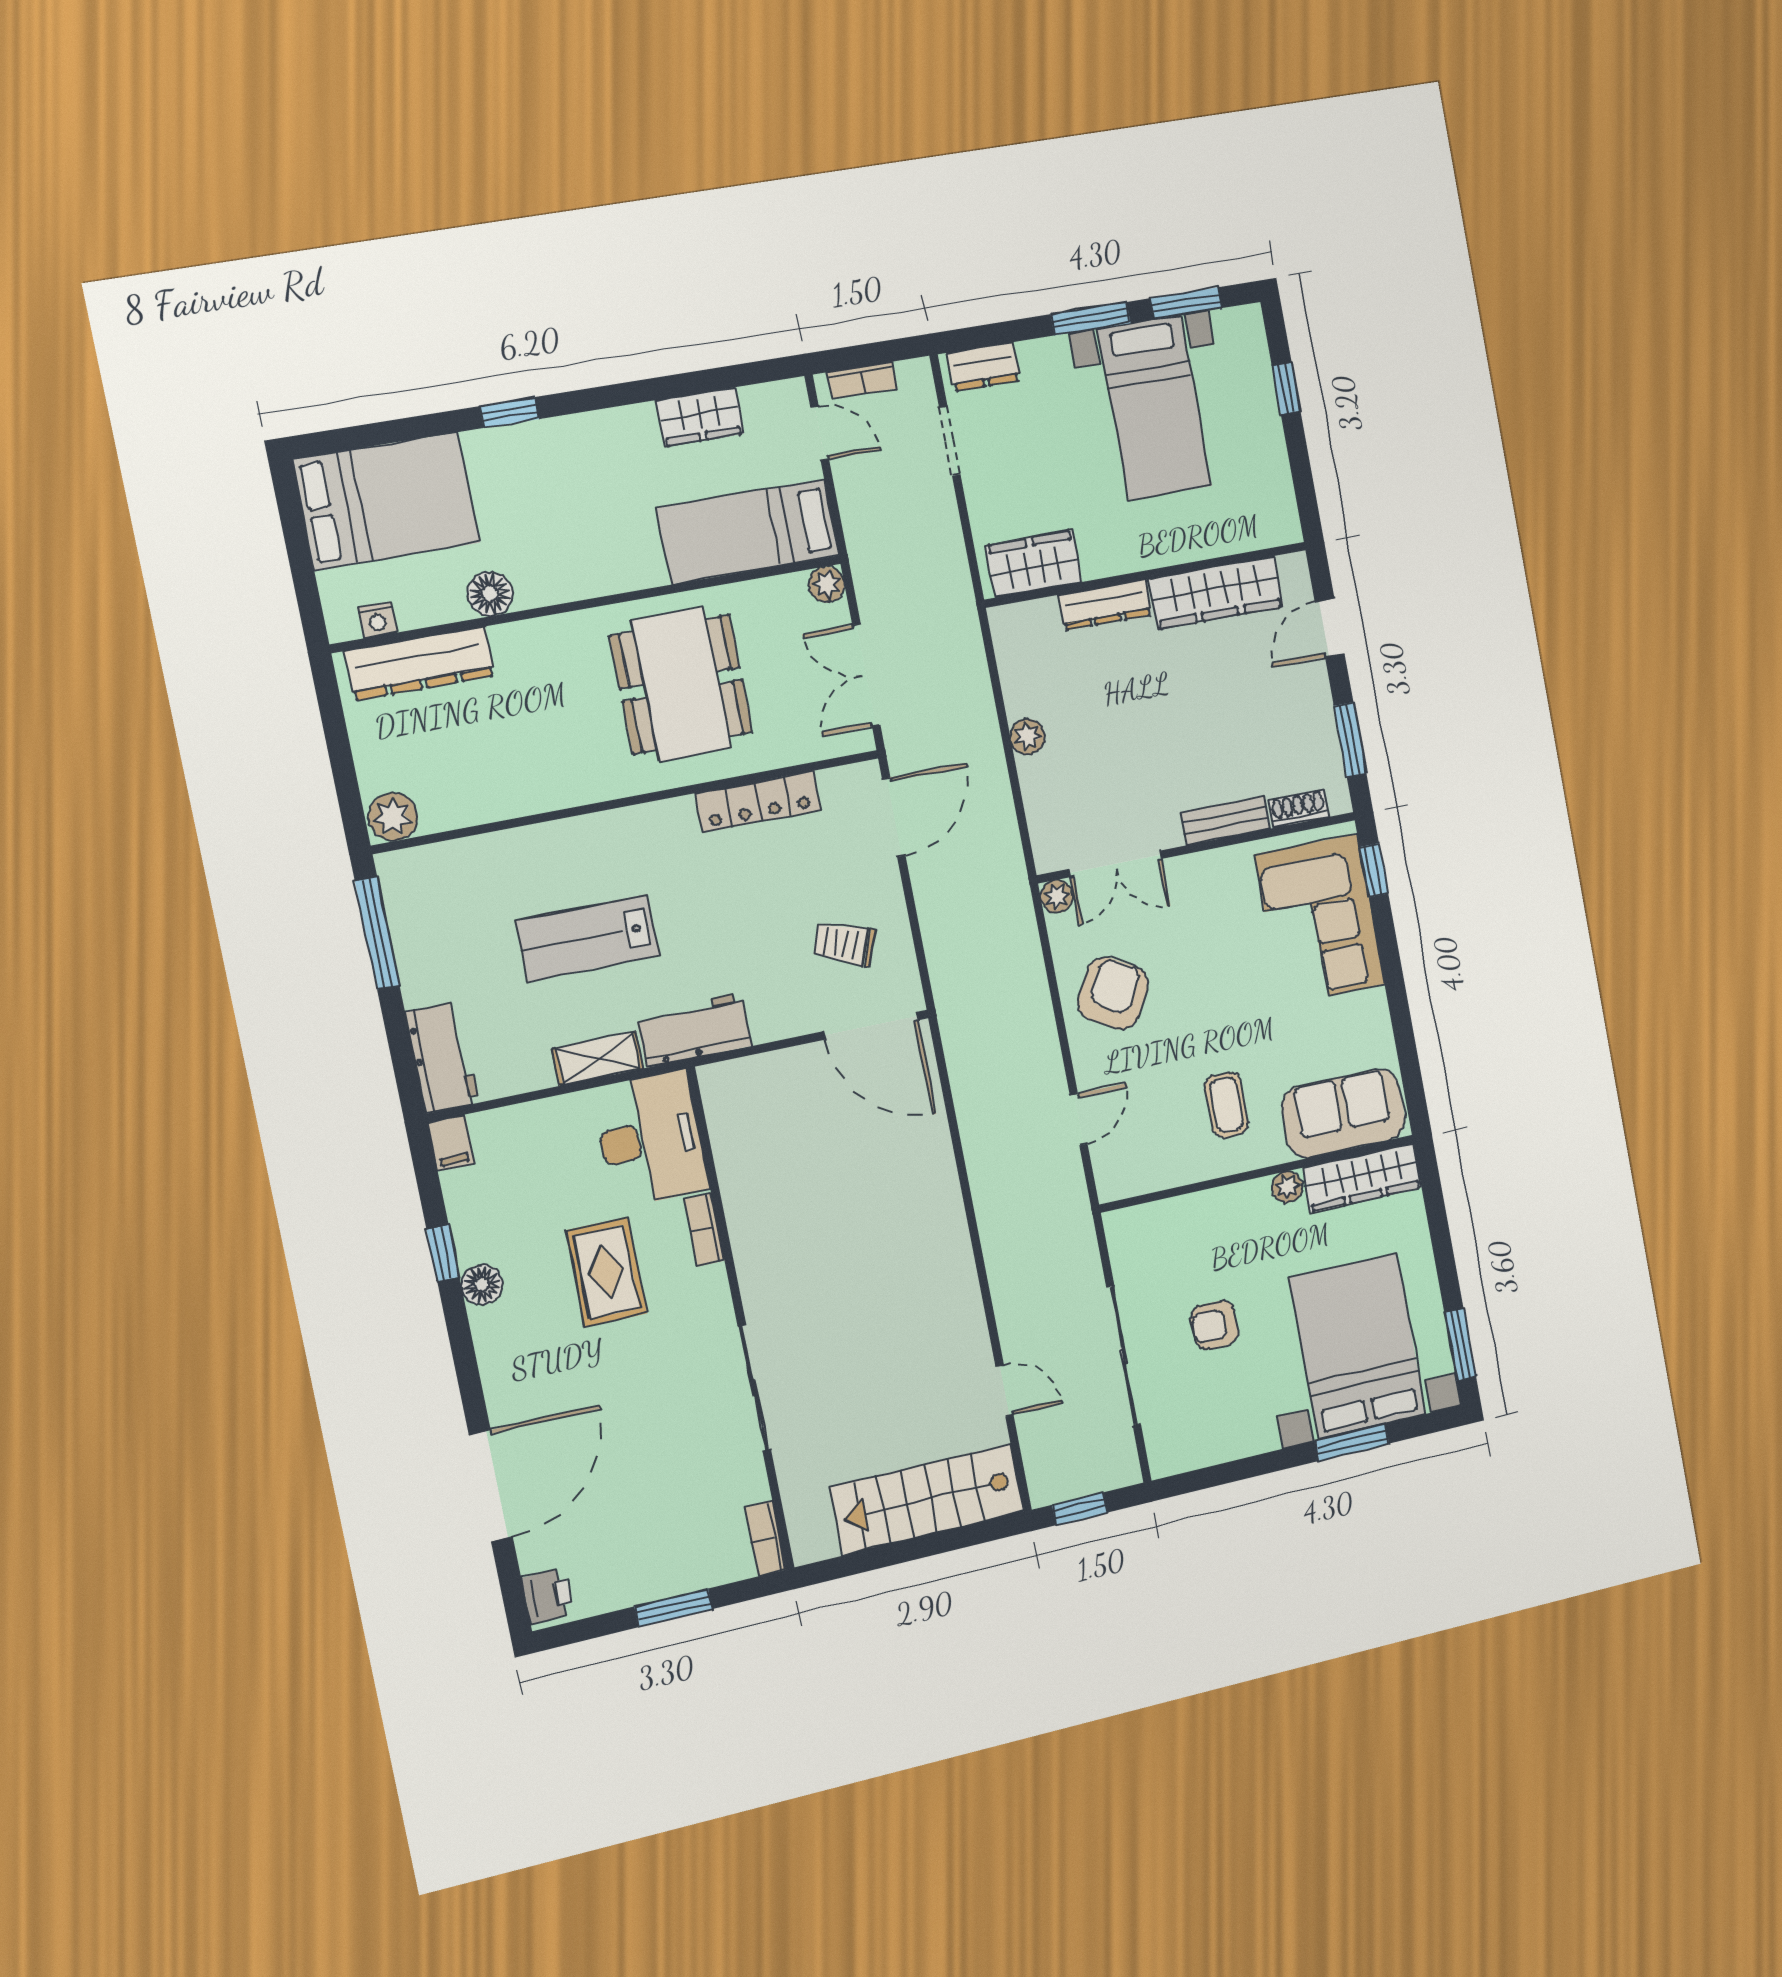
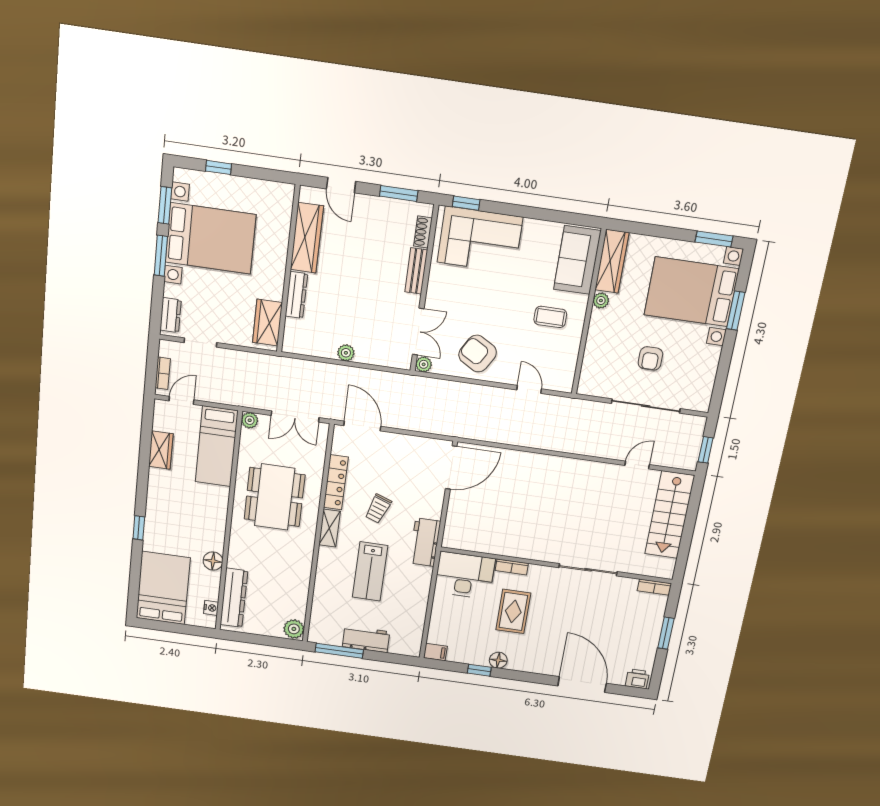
bed with nightstands: (1155, 407) -> (210, 238), width x1.36
dining table: (681, 684) -> (275, 497), turned 90
trolley: (844, 944) -> (378, 509), moved
workbench: (442, 1057) -> (366, 639), moved
shelving: (598, 1059) -> (329, 528), moved
rug: (606, 1272) -> (513, 611), turned 90

